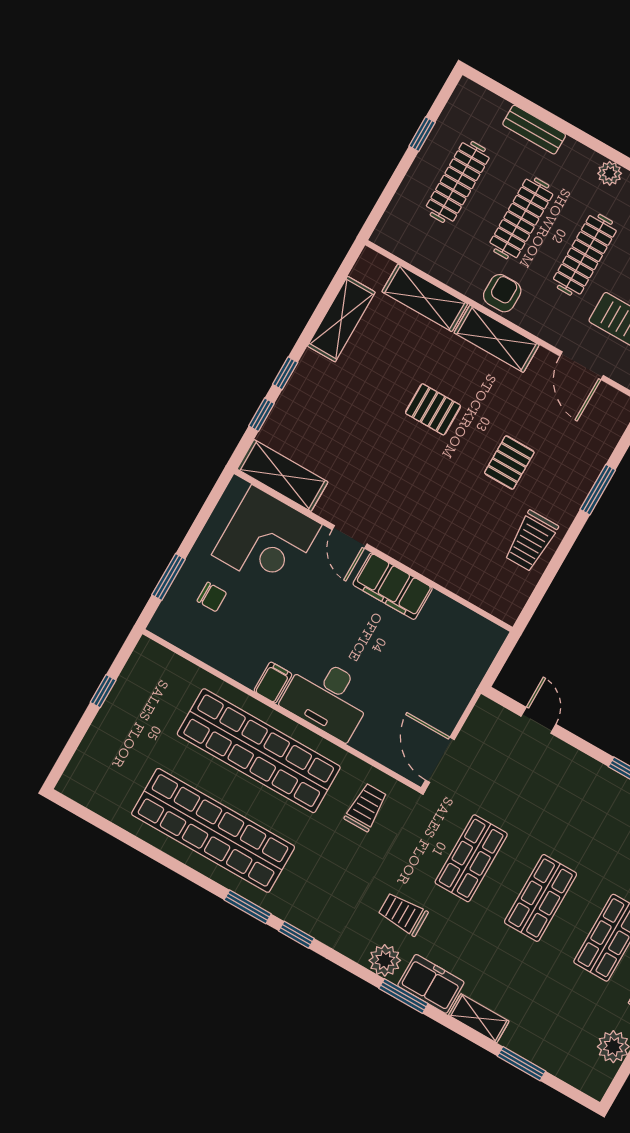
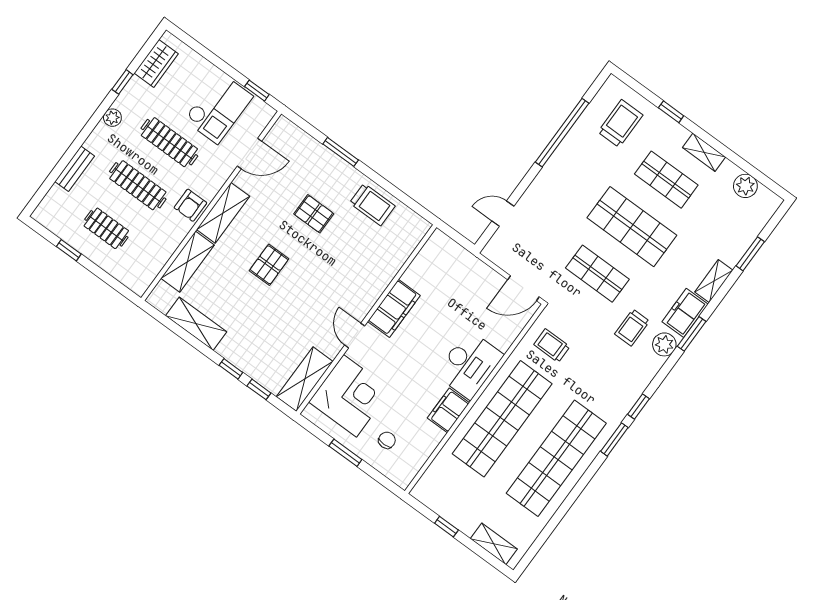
clothes rail: (458, 182) -> (106, 228), width x0.73
armchair: (502, 293) -> (190, 205), turned -90
door: (350, 537) -> (355, 336), swing flipped
window: (169, 577) -> (345, 453), moved
filing cabinet: (273, 682) -> (448, 410), width x2.00
shelving: (87, 758) -> (494, 544), added
shop shelf: (541, 898) -> (632, 227), width x1.43, depth x1.36

